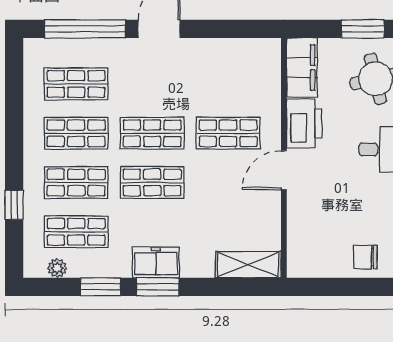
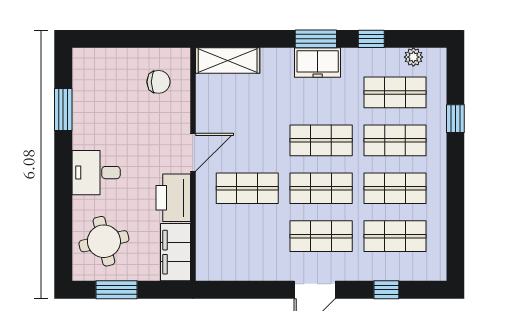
window: (85, 29) -> (386, 290), width x0.32
shop shelf: (152, 84) -> (321, 236), added
chair: (365, 257) -> (159, 82), moved
window: (101, 287) -> (371, 39), width x0.67

